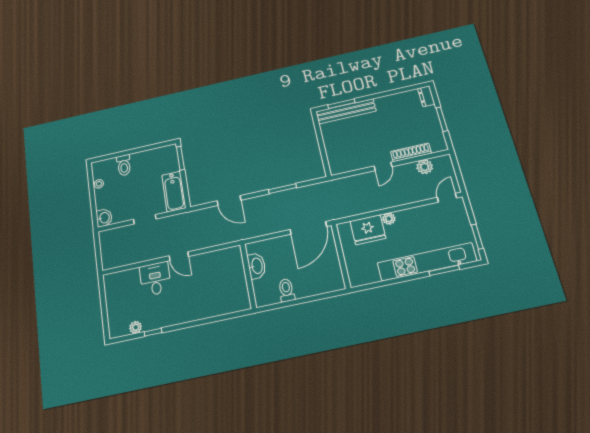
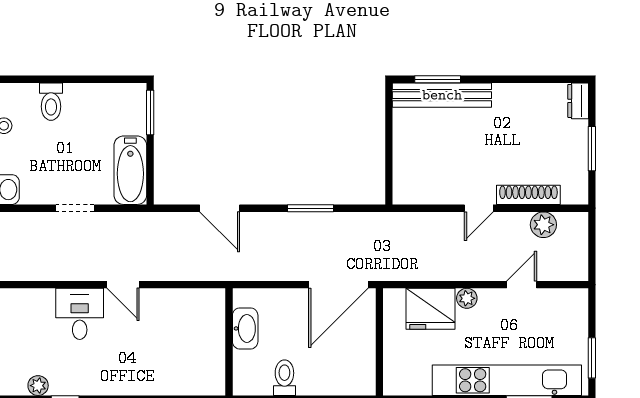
door: (447, 198) -> (522, 285), moved

